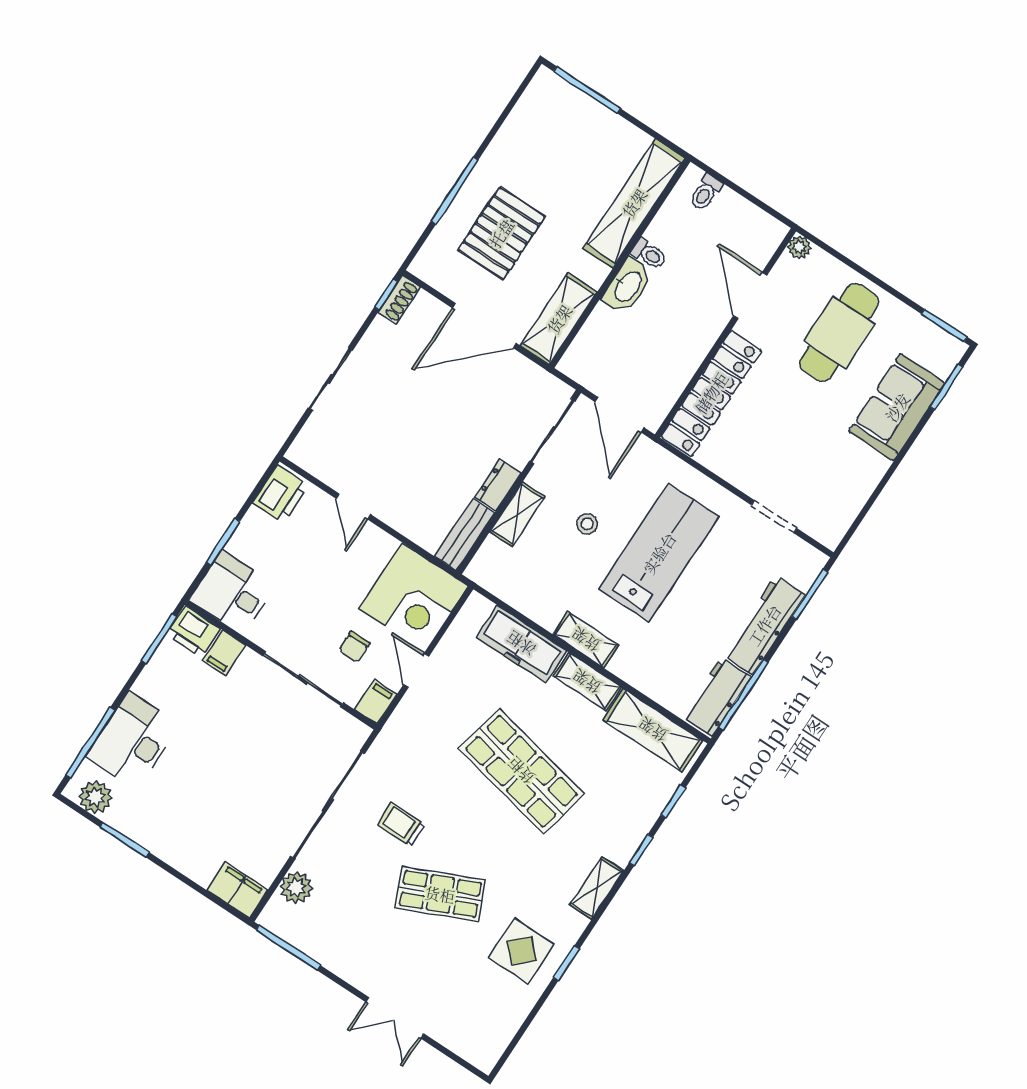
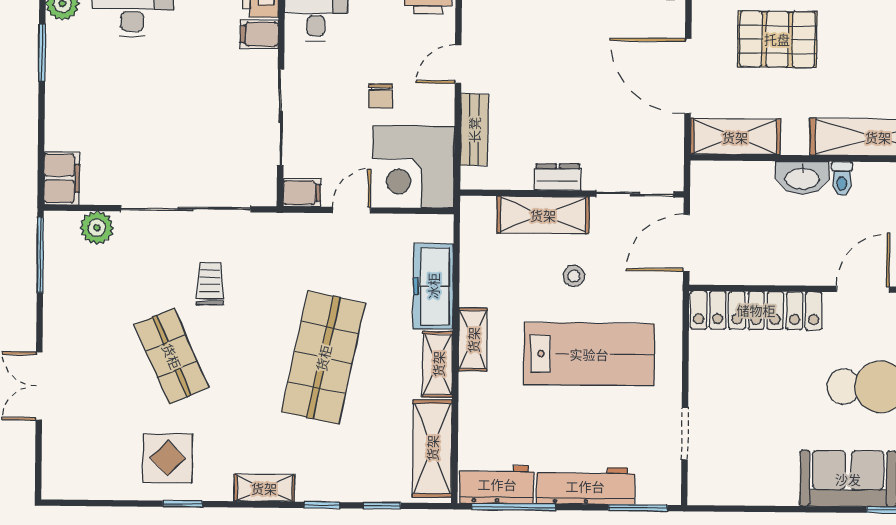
shelving: (517, 514) -> (543, 215), width x1.50, depth x1.33
bench: (465, 535) -> (474, 130), moved, turned 90
chair: (354, 647) -> (380, 96), moved, turned -90

